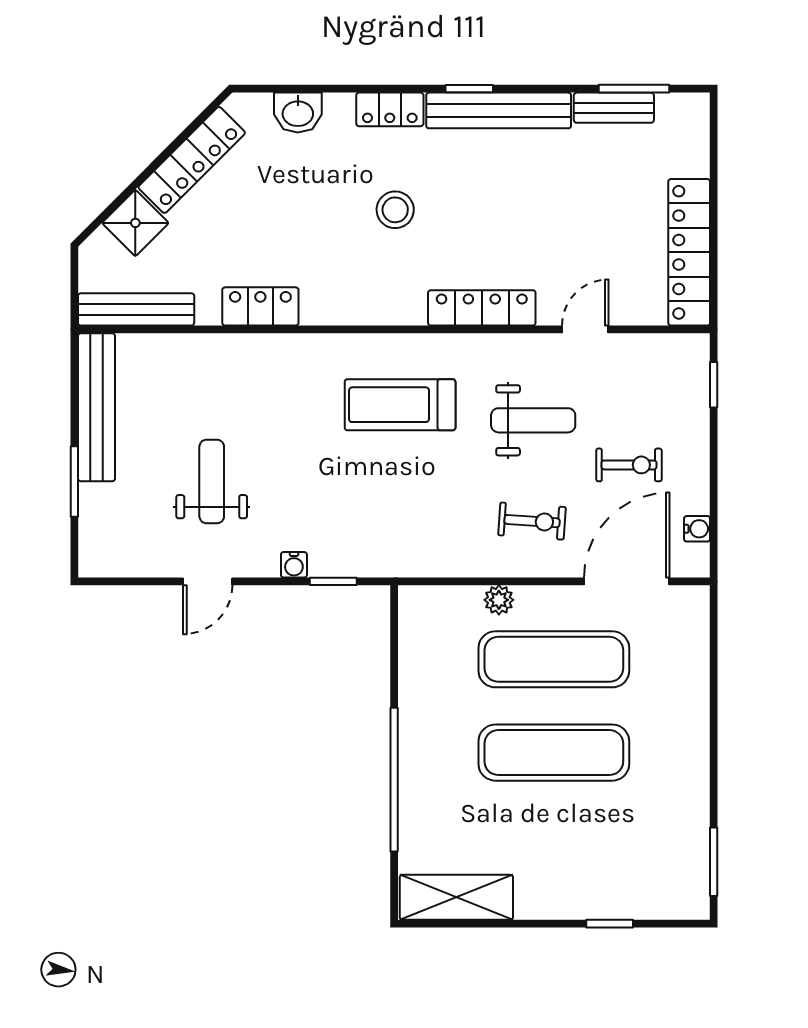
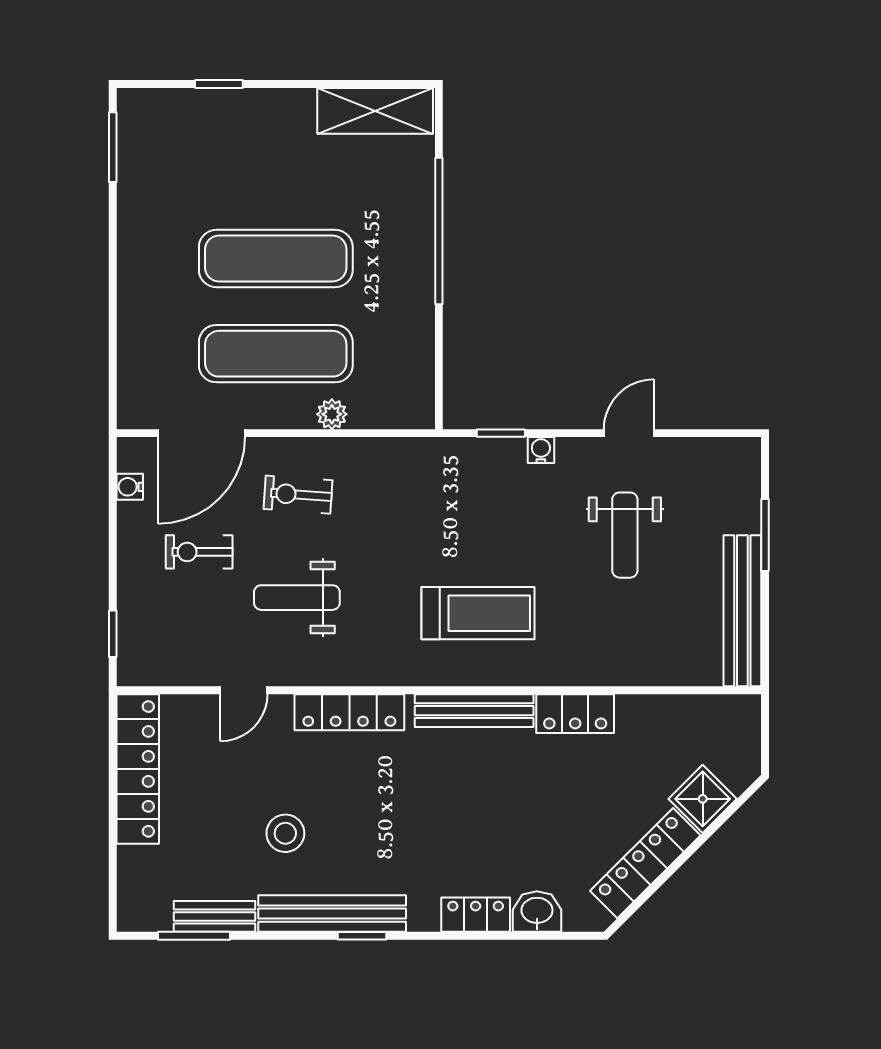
locker: (390, 109) -> (476, 915), moved
stool: (395, 210) -> (285, 833), moved
bench: (136, 309) -> (474, 711), moved
treadmill: (400, 405) -> (478, 613), moved

